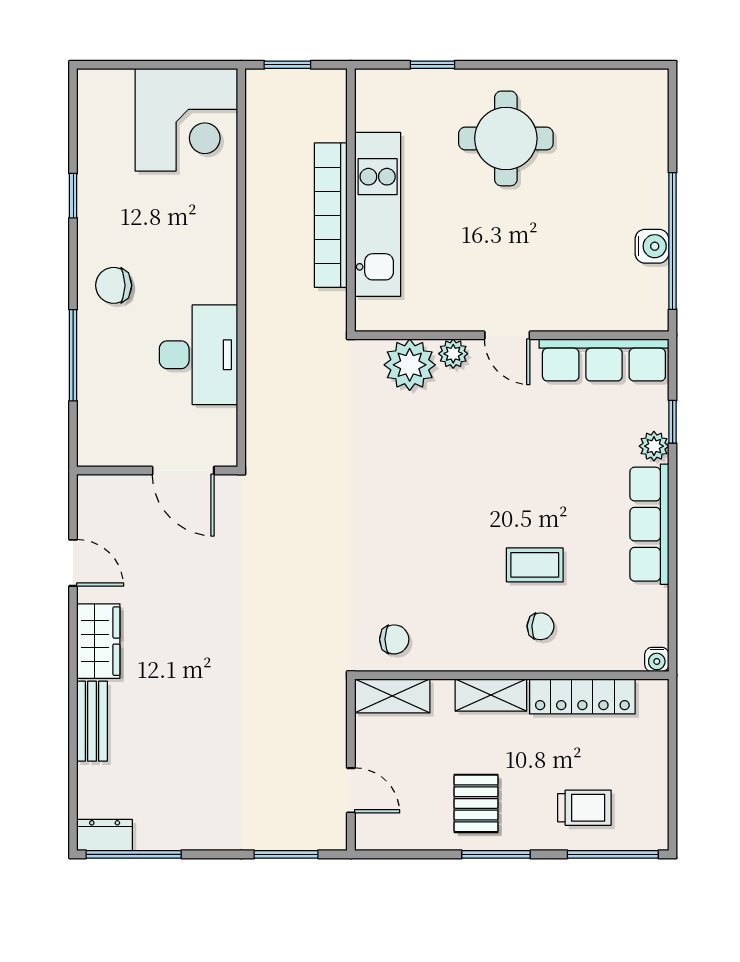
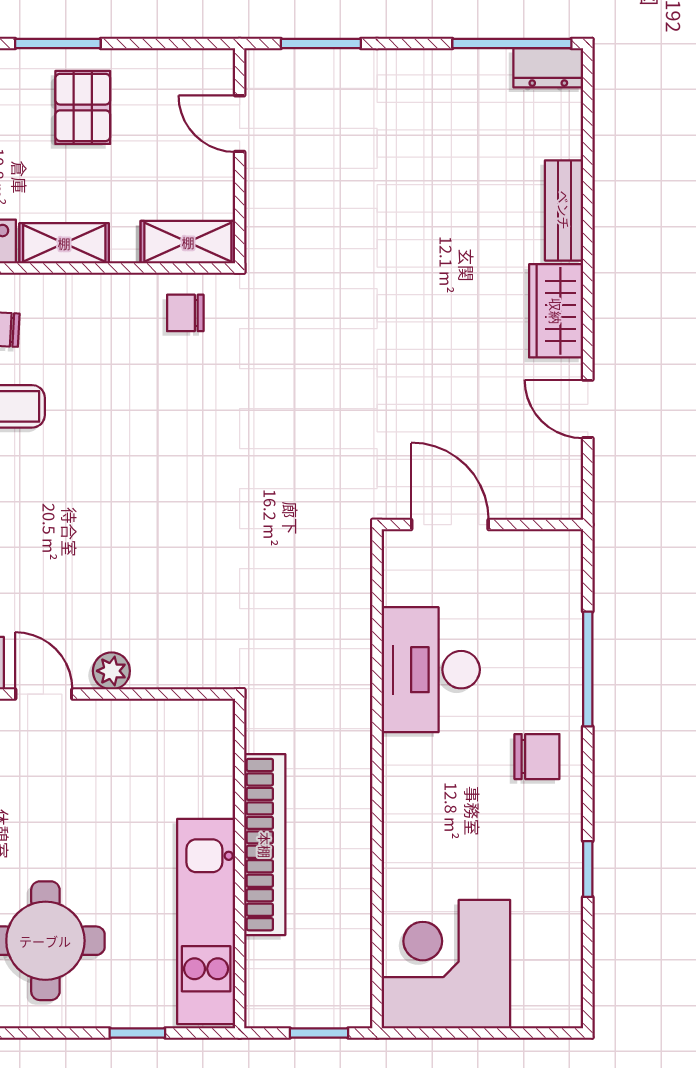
kitchen unit: (378, 214) -> (206, 921), moved
plant: (410, 365) -> (166, 657), removed

